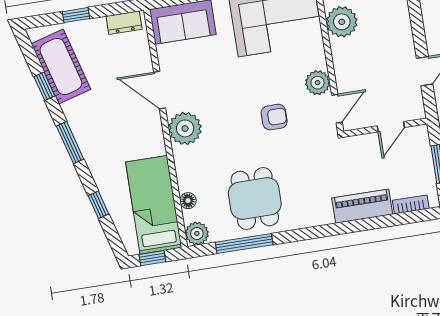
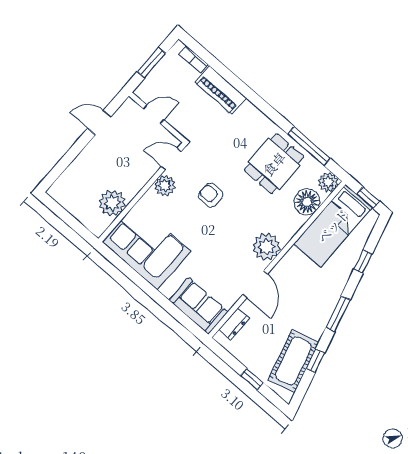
dresser: (124, 23) -> (234, 324), moved, turned 90
floor lamp: (188, 201) -> (307, 202), width x1.89, depth x1.89

